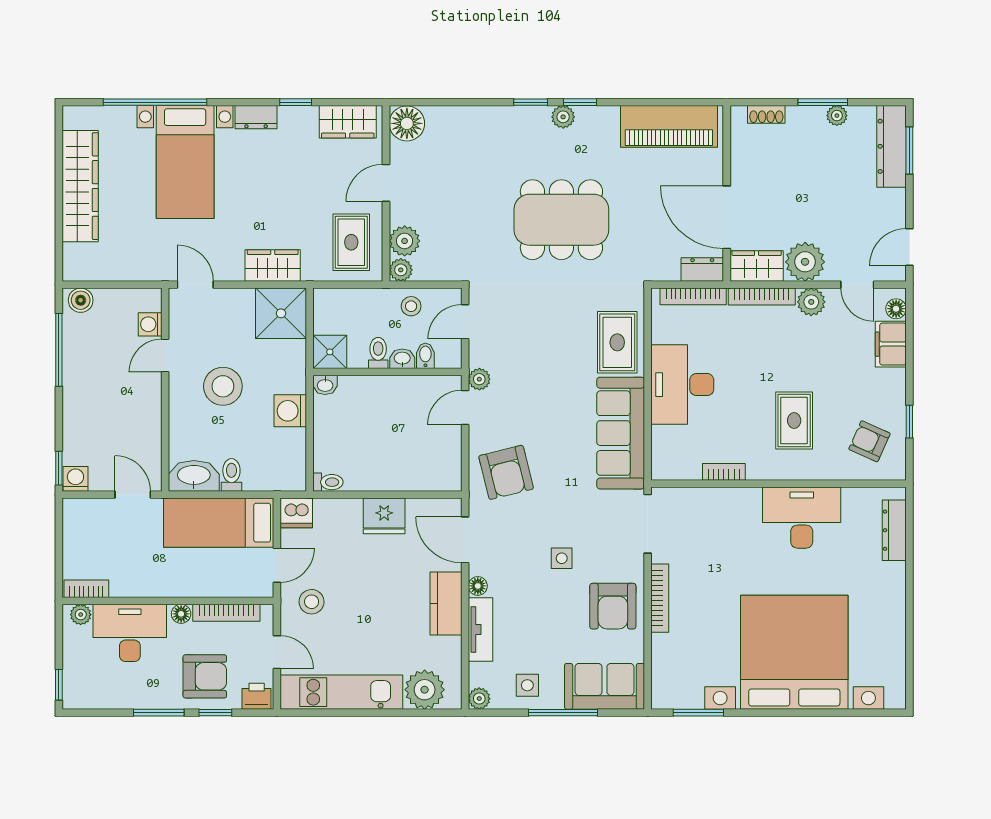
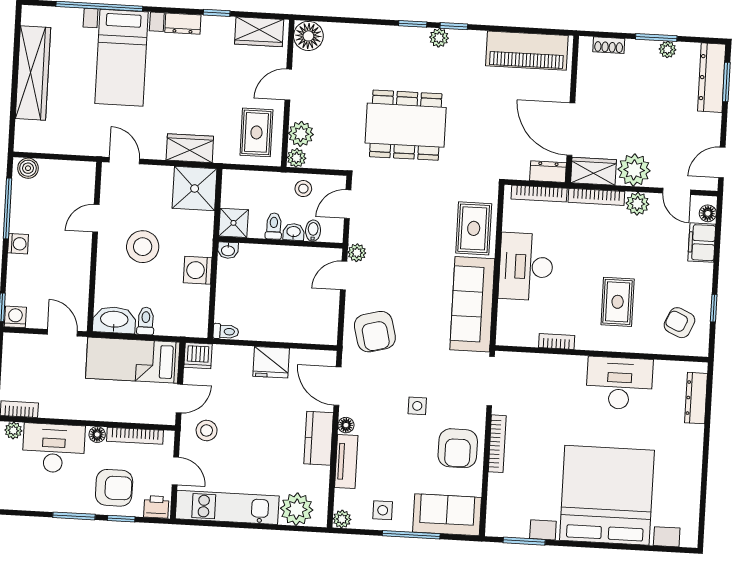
dining table: (561, 220) -> (406, 125), moved
washing machine: (150, 324) -> (18, 244), moved, turned 180

